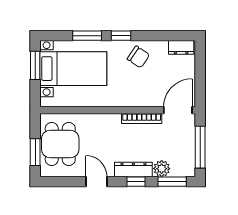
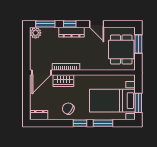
wardrobe: (145, 98) -> (63, 81), added
window: (200, 147) -> (26, 47), removed
plant: (162, 169) -> (36, 33), moved

